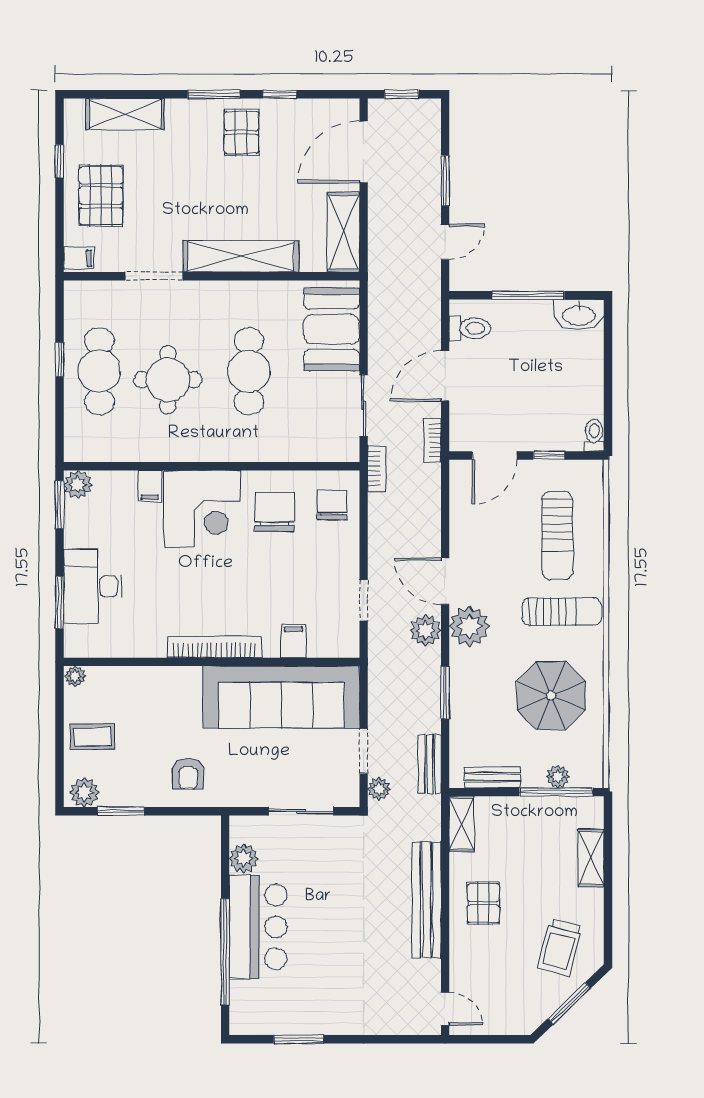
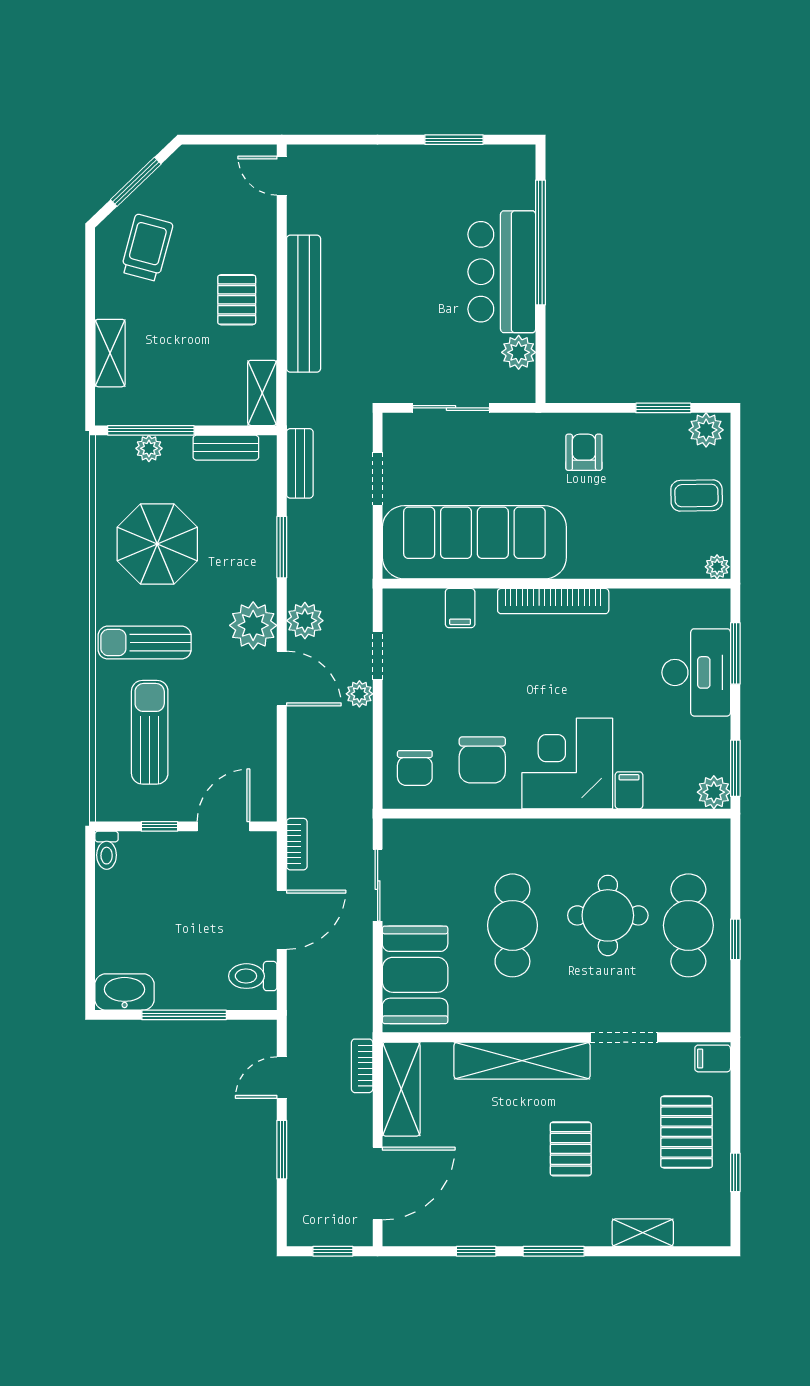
shelving: (125, 114) -> (643, 1233), width x0.67, depth x0.75
pallet: (242, 132) -> (571, 1149), moved
bookcase: (377, 468) -> (362, 1066), moved
plant: (379, 789) -> (359, 694), moved

